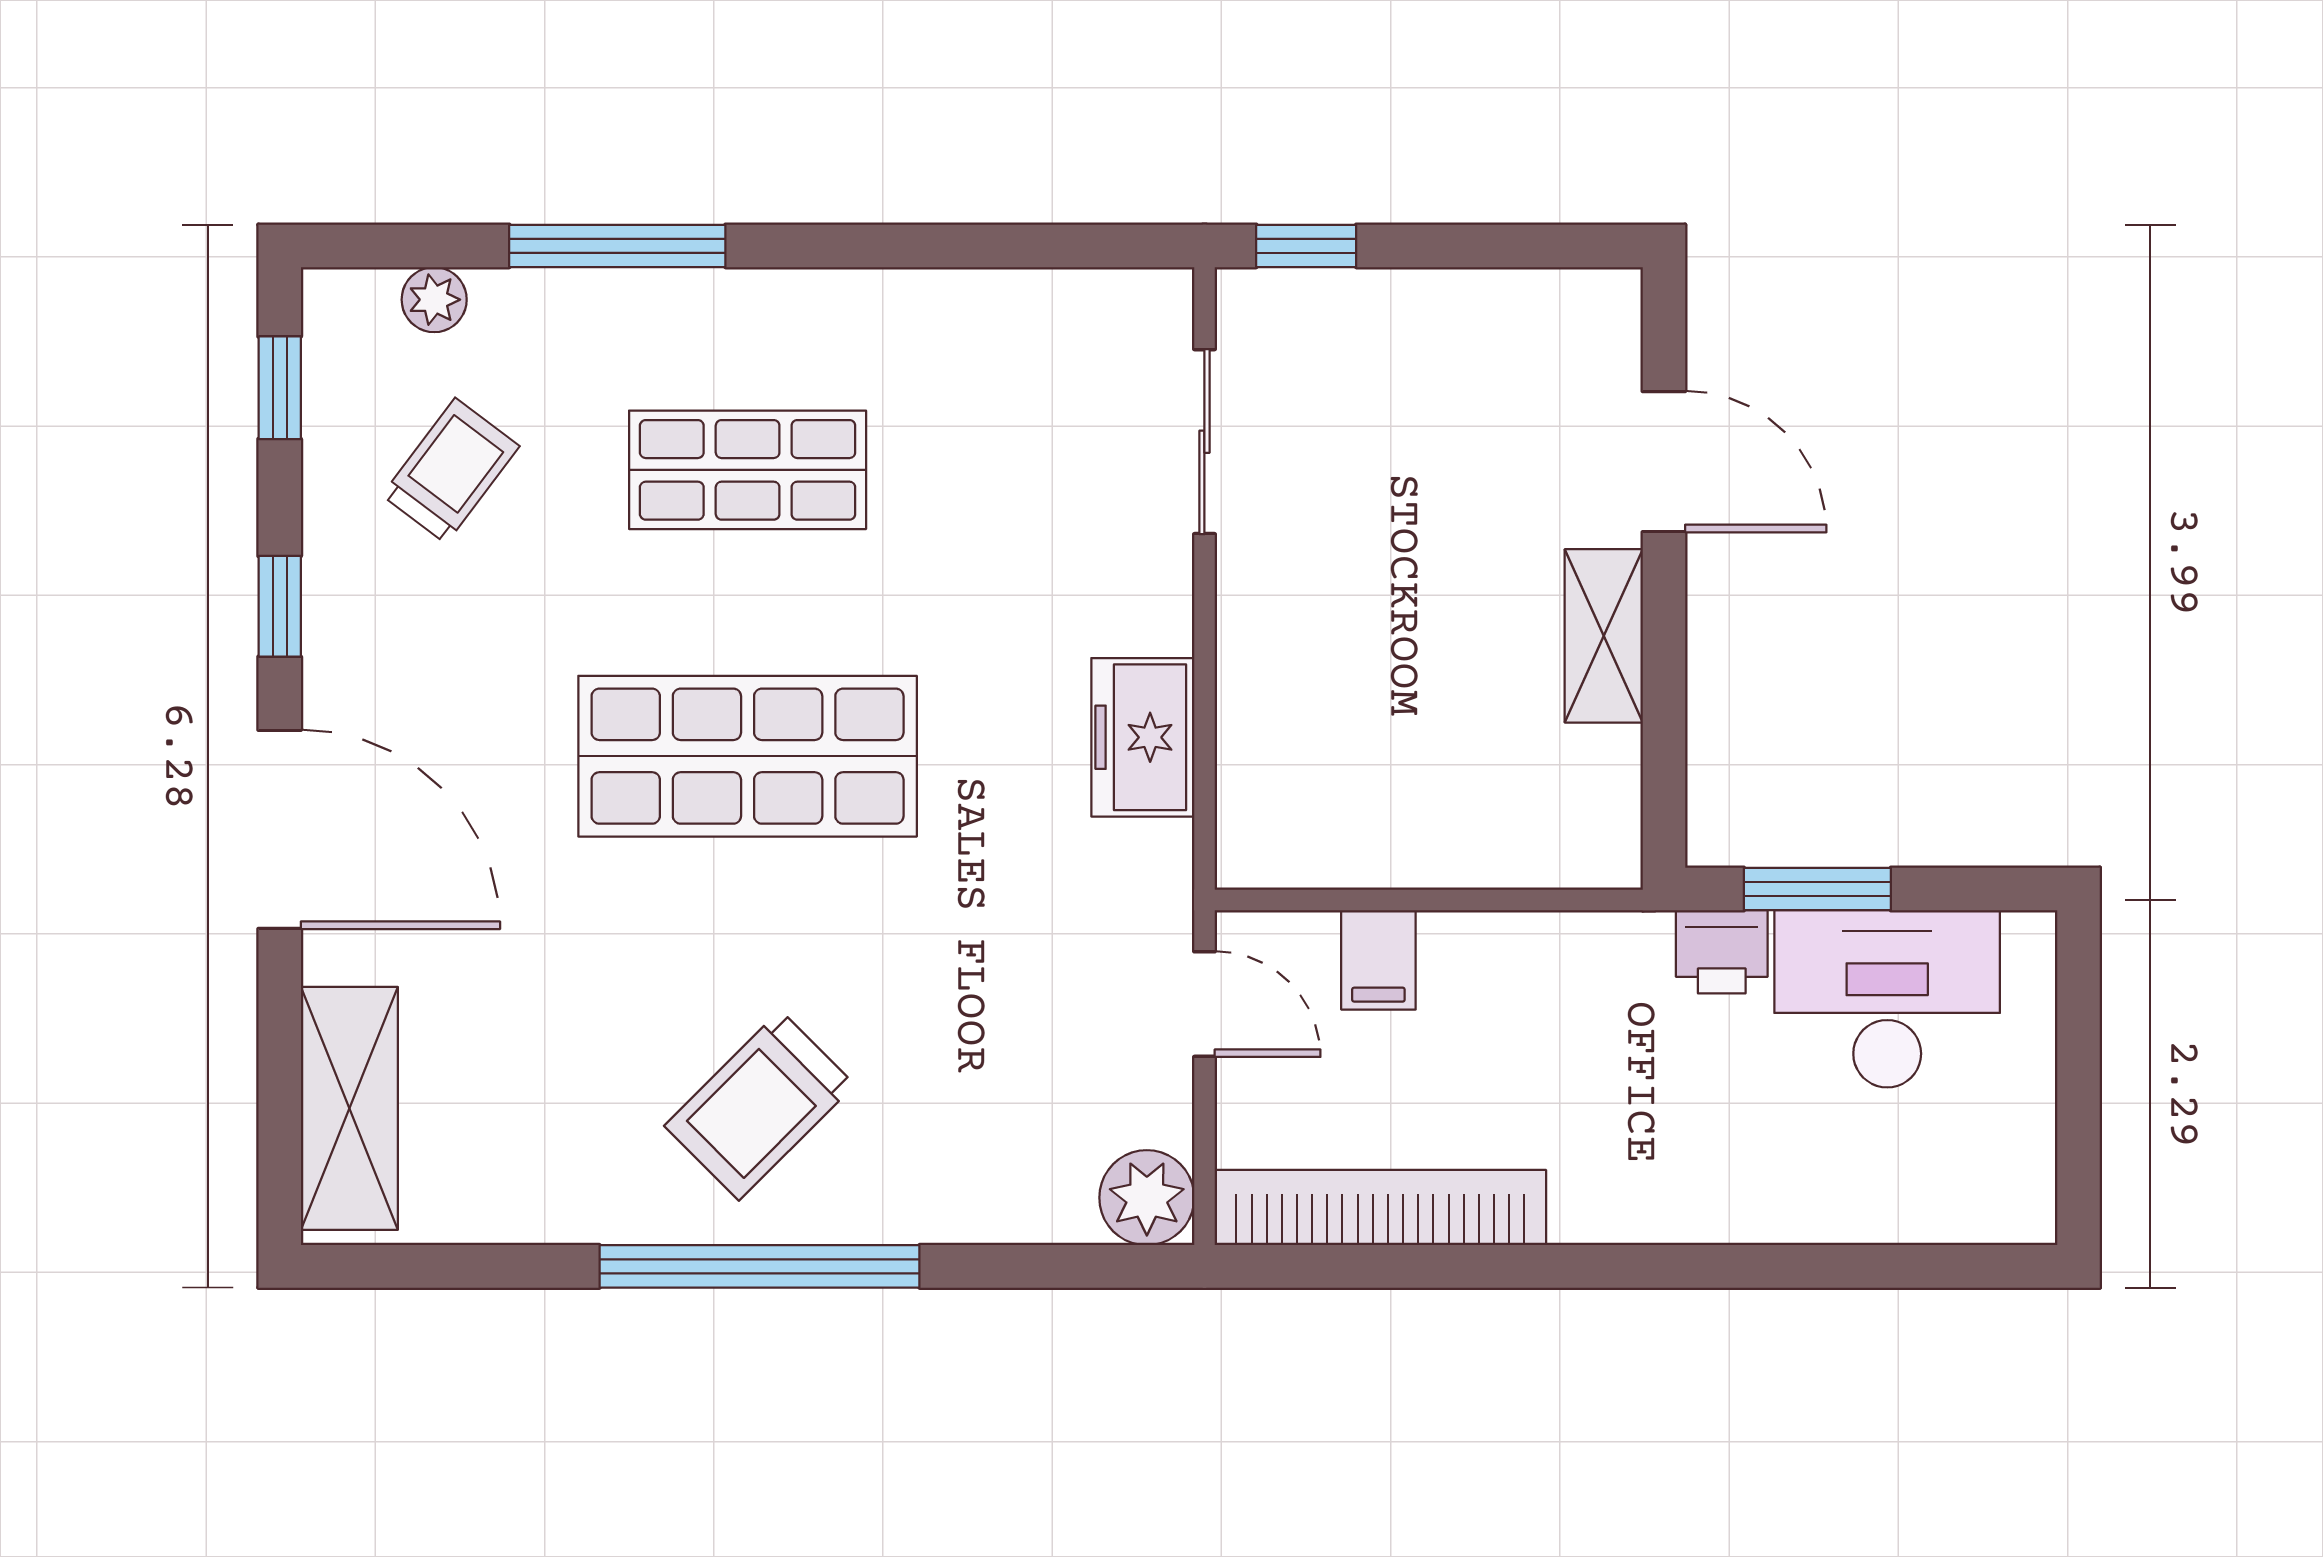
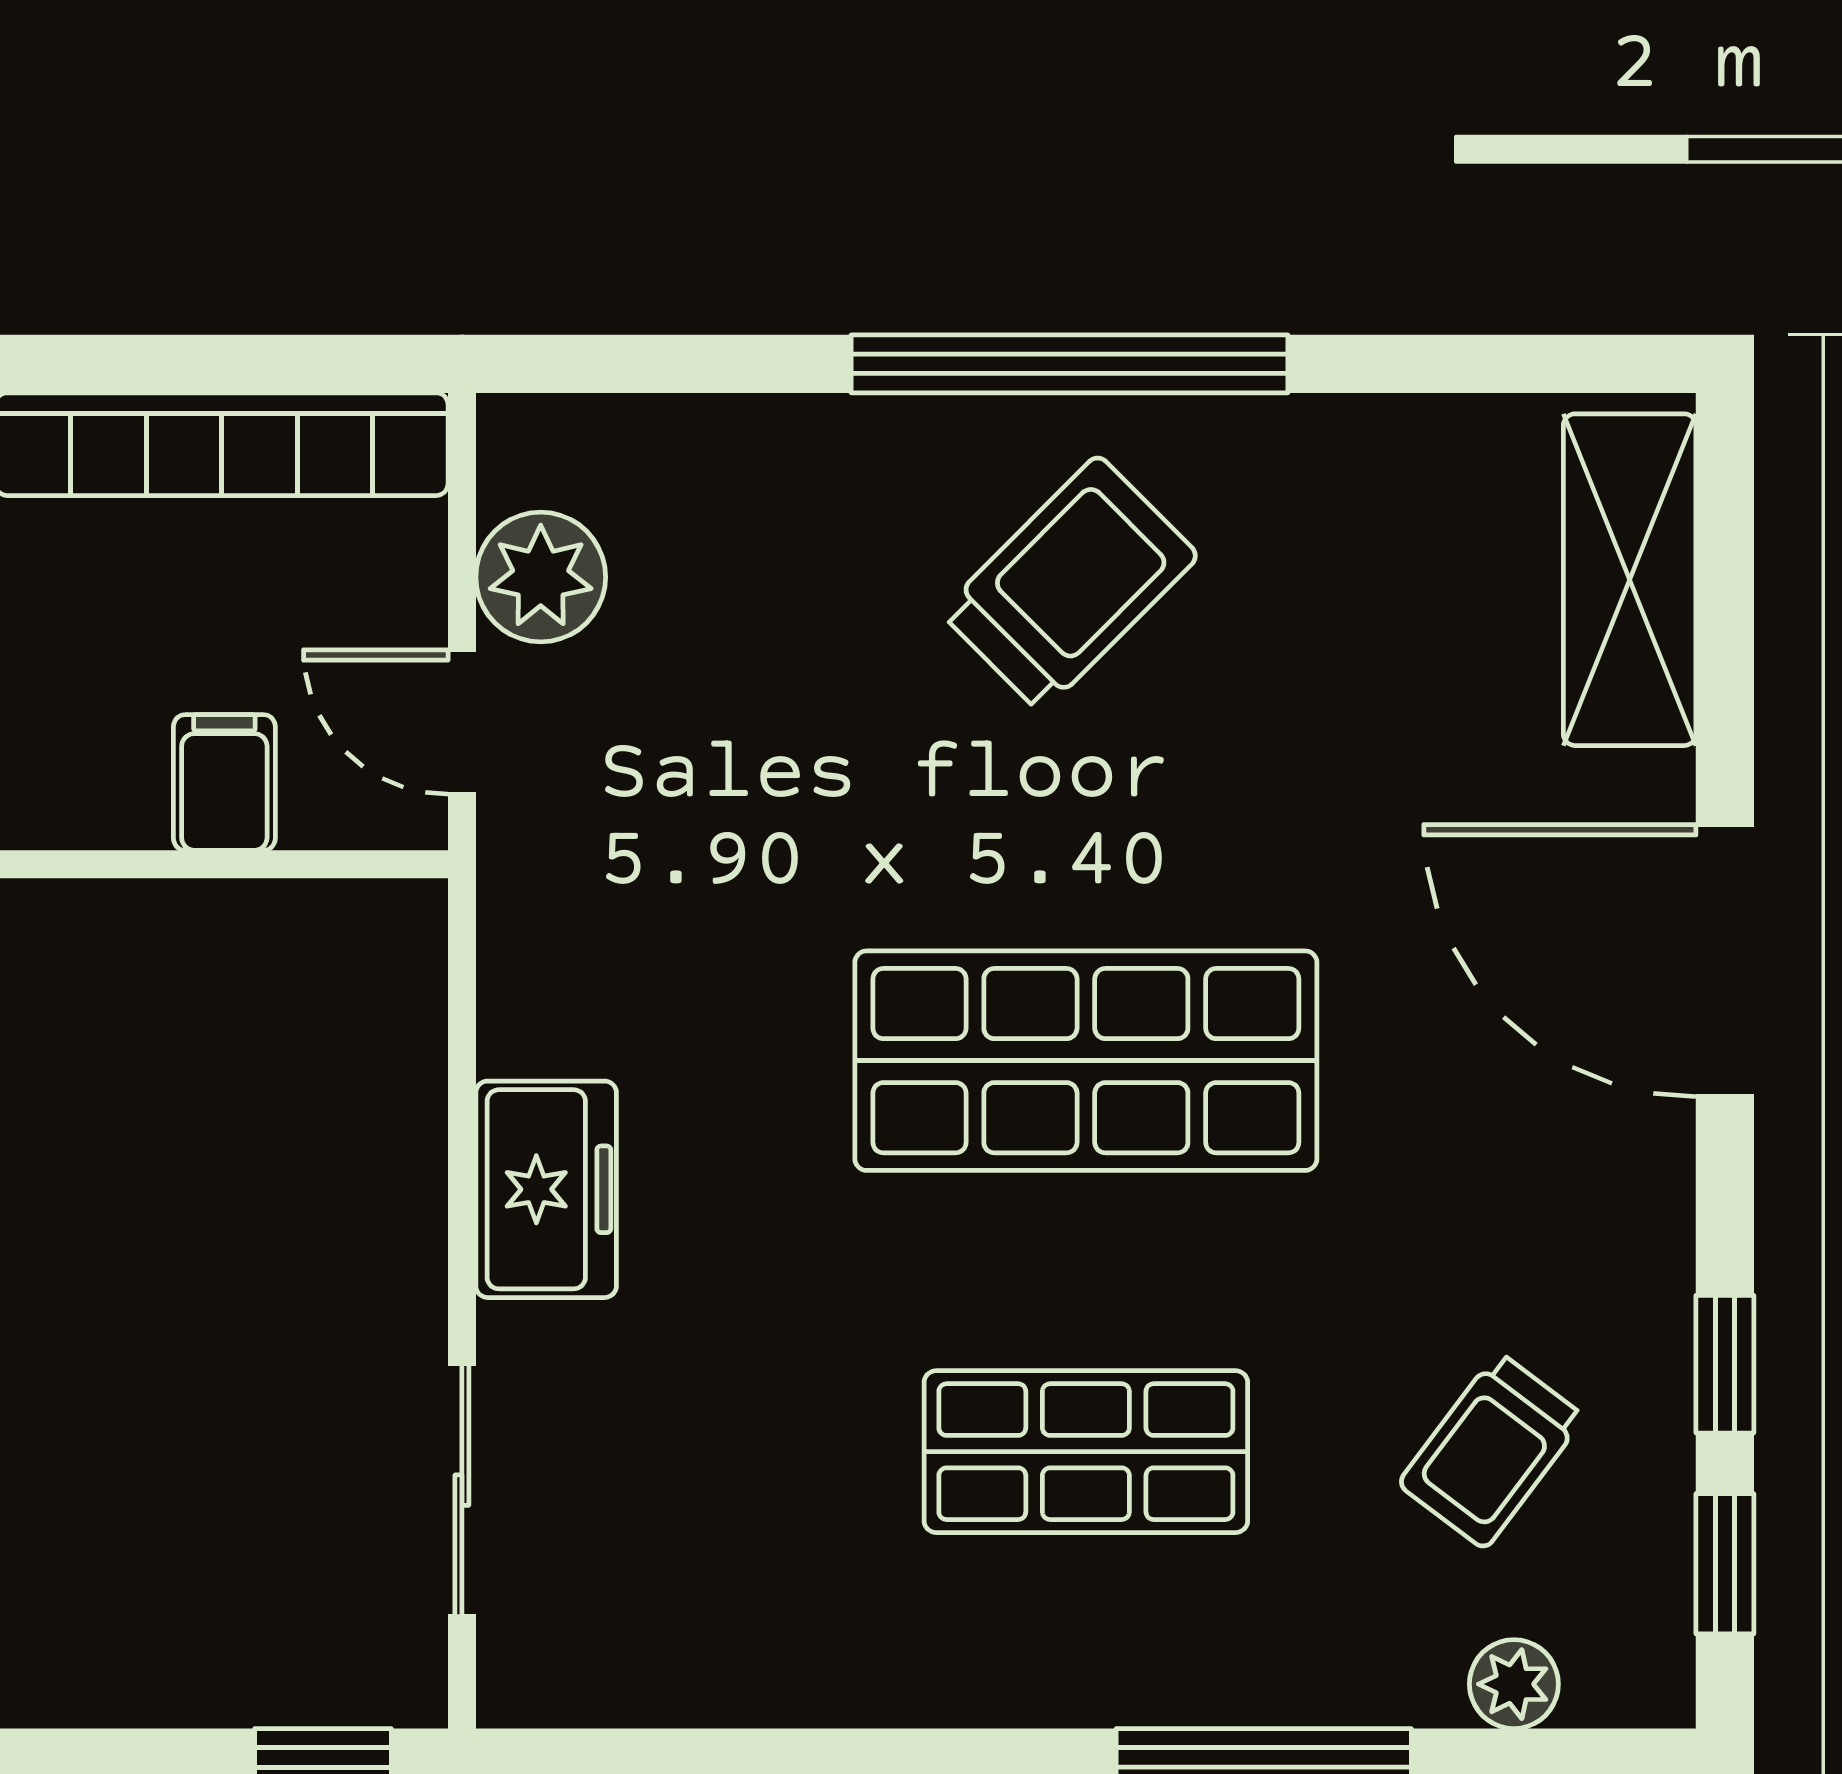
window: (280, 606) -> (1725, 1364), moved
freezer: (1143, 737) -> (546, 1189), moved
plant: (1147, 1198) -> (541, 577), moved

